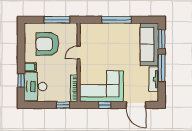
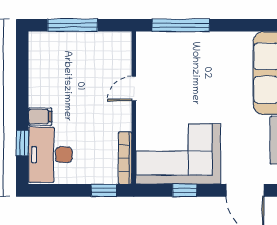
window: (57, 20) -> (73, 25), moved
window: (116, 20) -> (181, 25), moved
armchair: (47, 44) -> (73, 72), removed

